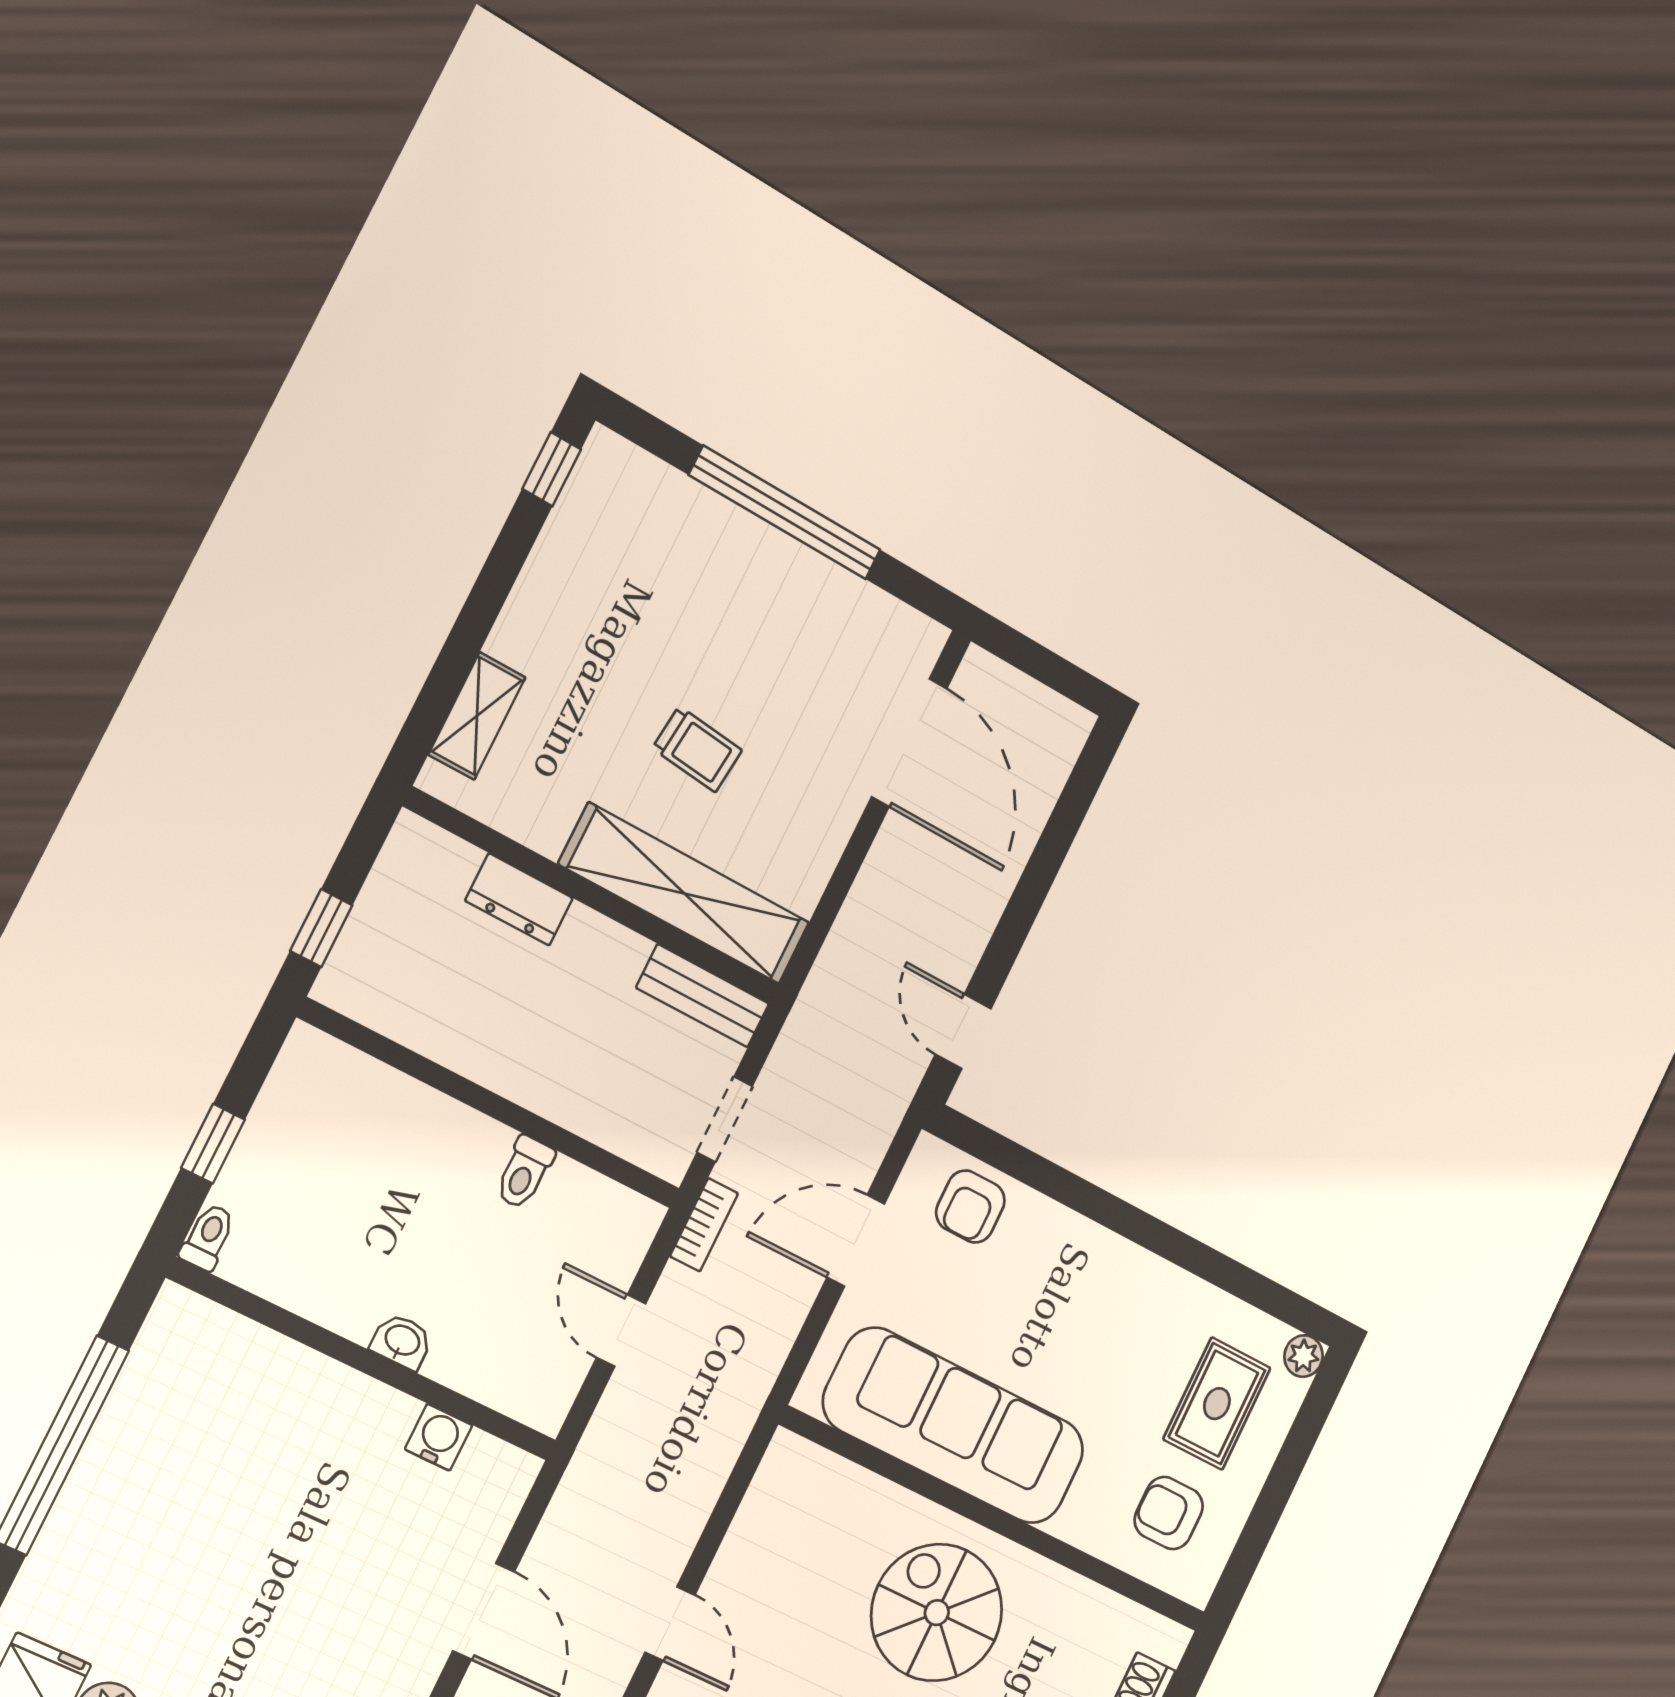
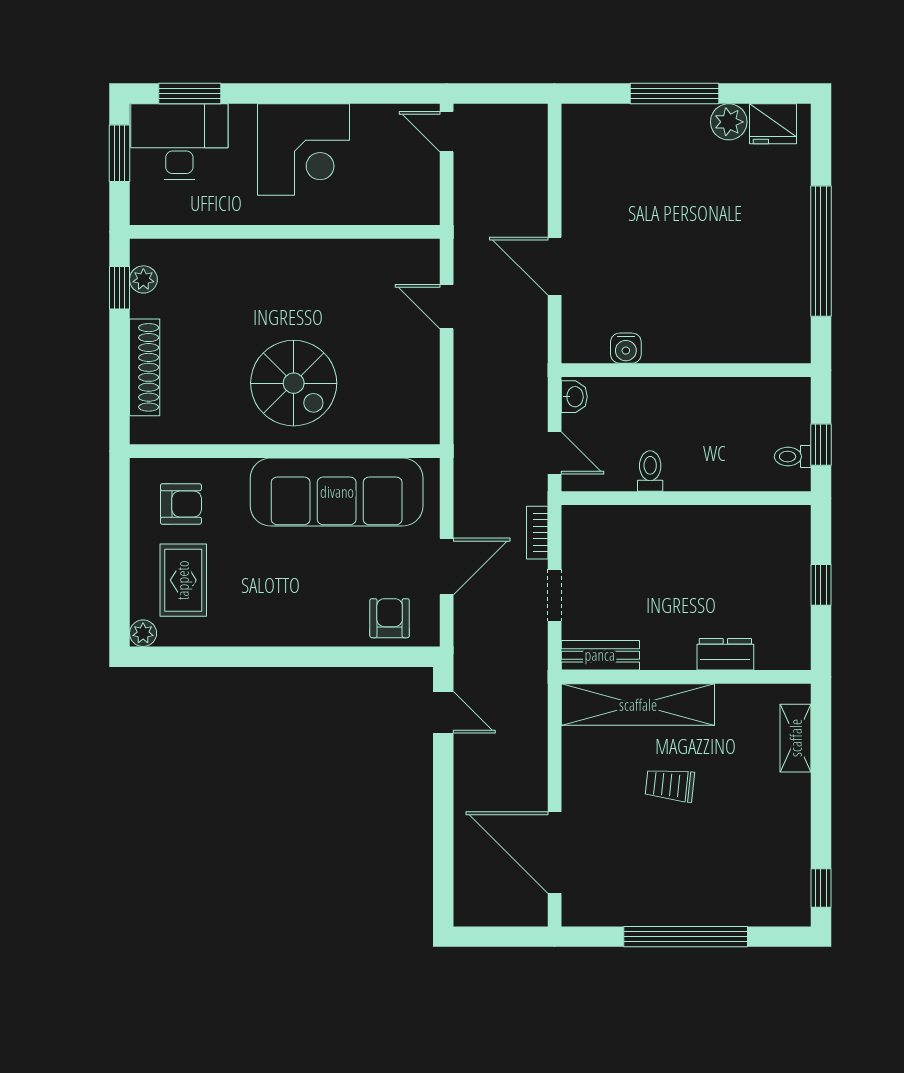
wall: (491, 1104) -> (686, 498), moved
toilet: (524, 1172) -> (650, 471), moved
toilet: (208, 1237) -> (793, 457), moved, turned 90
washbasin: (402, 1341) -> (574, 397), moved, turned -90

